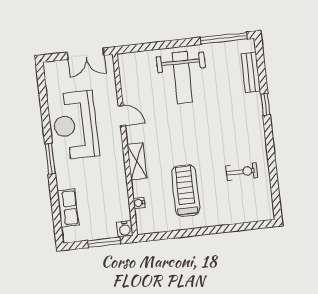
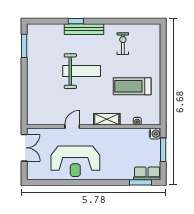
window: (224, 38) -> (24, 46), width x0.69
bench: (251, 72) -> (84, 29), moved, width x1.36
weight bench: (182, 78) -> (82, 71), moved
window: (50, 159) -> (140, 182), moved
row of seats: (68, 208) -> (147, 173), moved

